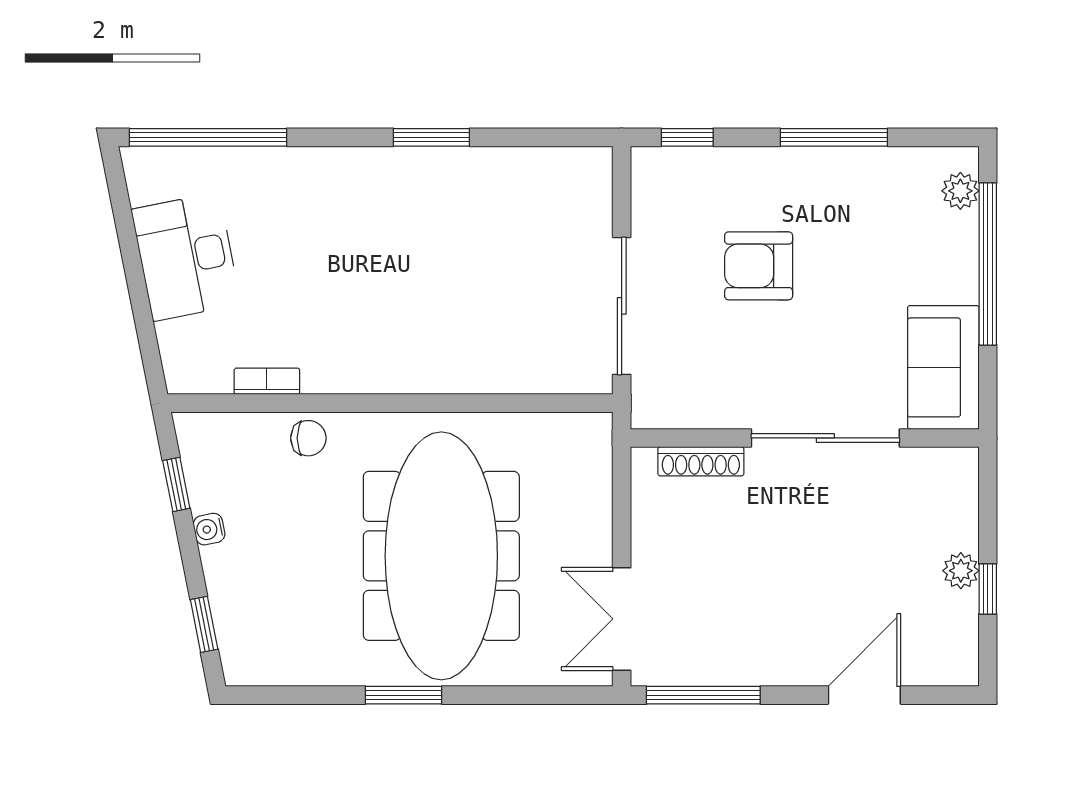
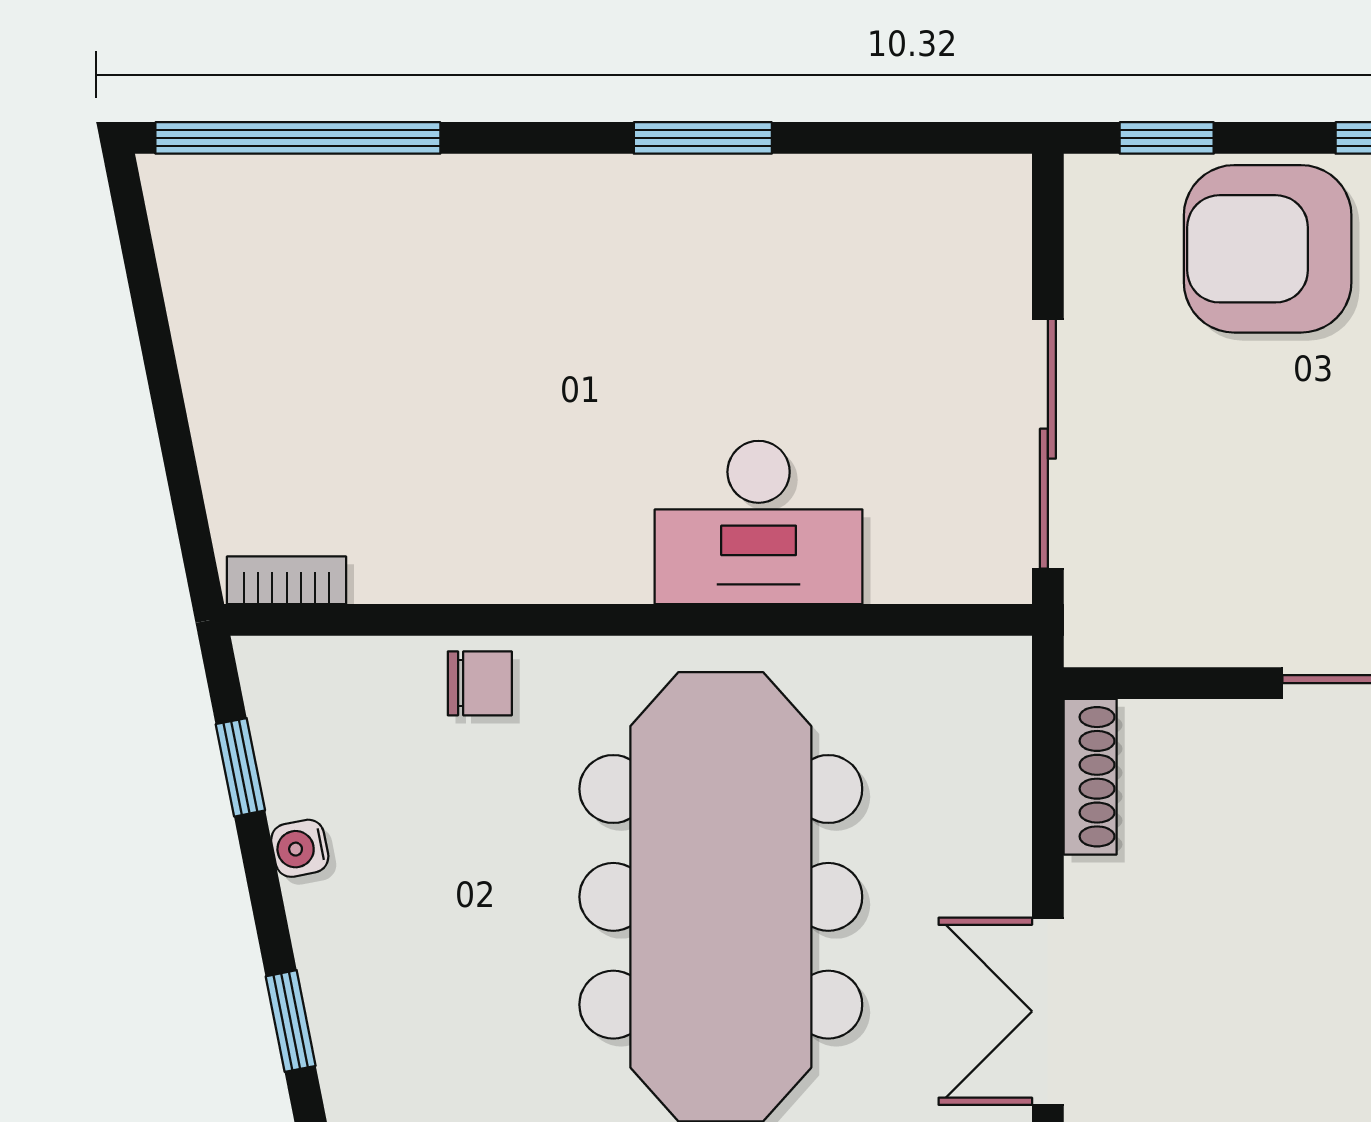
desk: (186, 257) -> (759, 522), moved, turned -79
armchair: (759, 266) -> (1268, 249), moved, width x1.36, depth x1.36
bookcase: (267, 381) -> (287, 580), moved
shoe rack: (701, 461) -> (1090, 777), moved, turned -90

